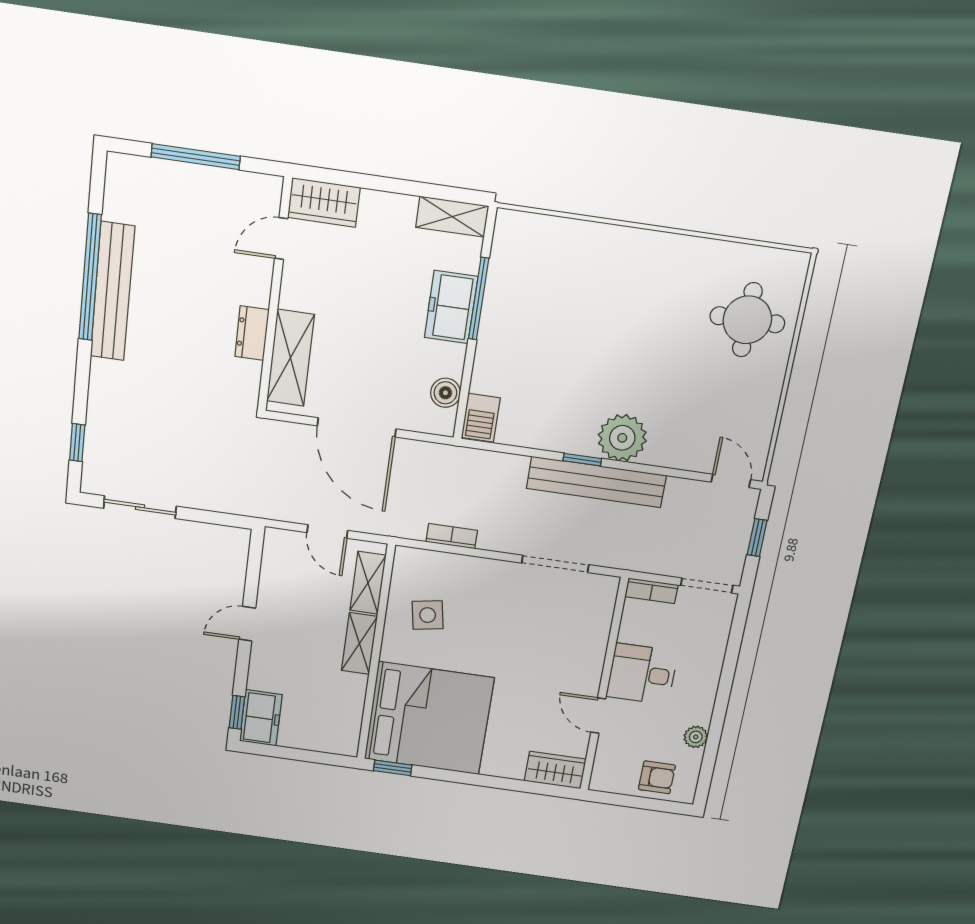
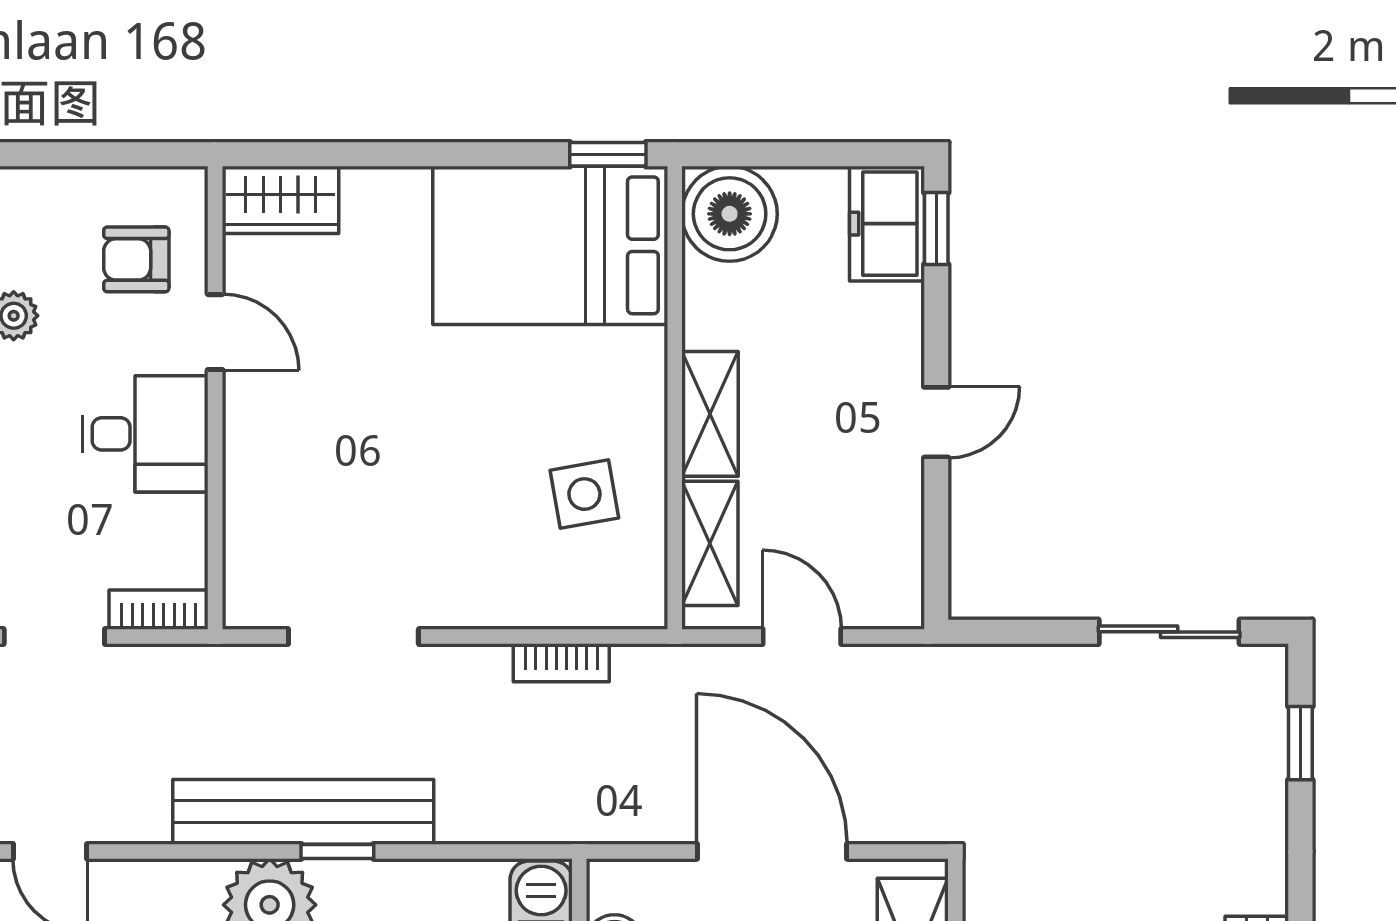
bed: (429, 718) -> (550, 245), width x0.73
boiler: (337, 733) -> (730, 214), added
armchair: (657, 777) -> (136, 259), moved

